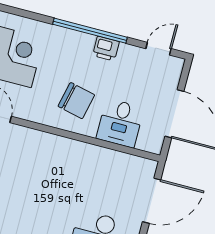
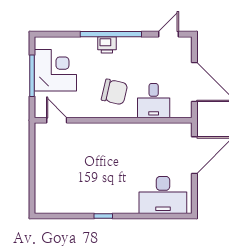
printer: (106, 49) -> (107, 45), moved

